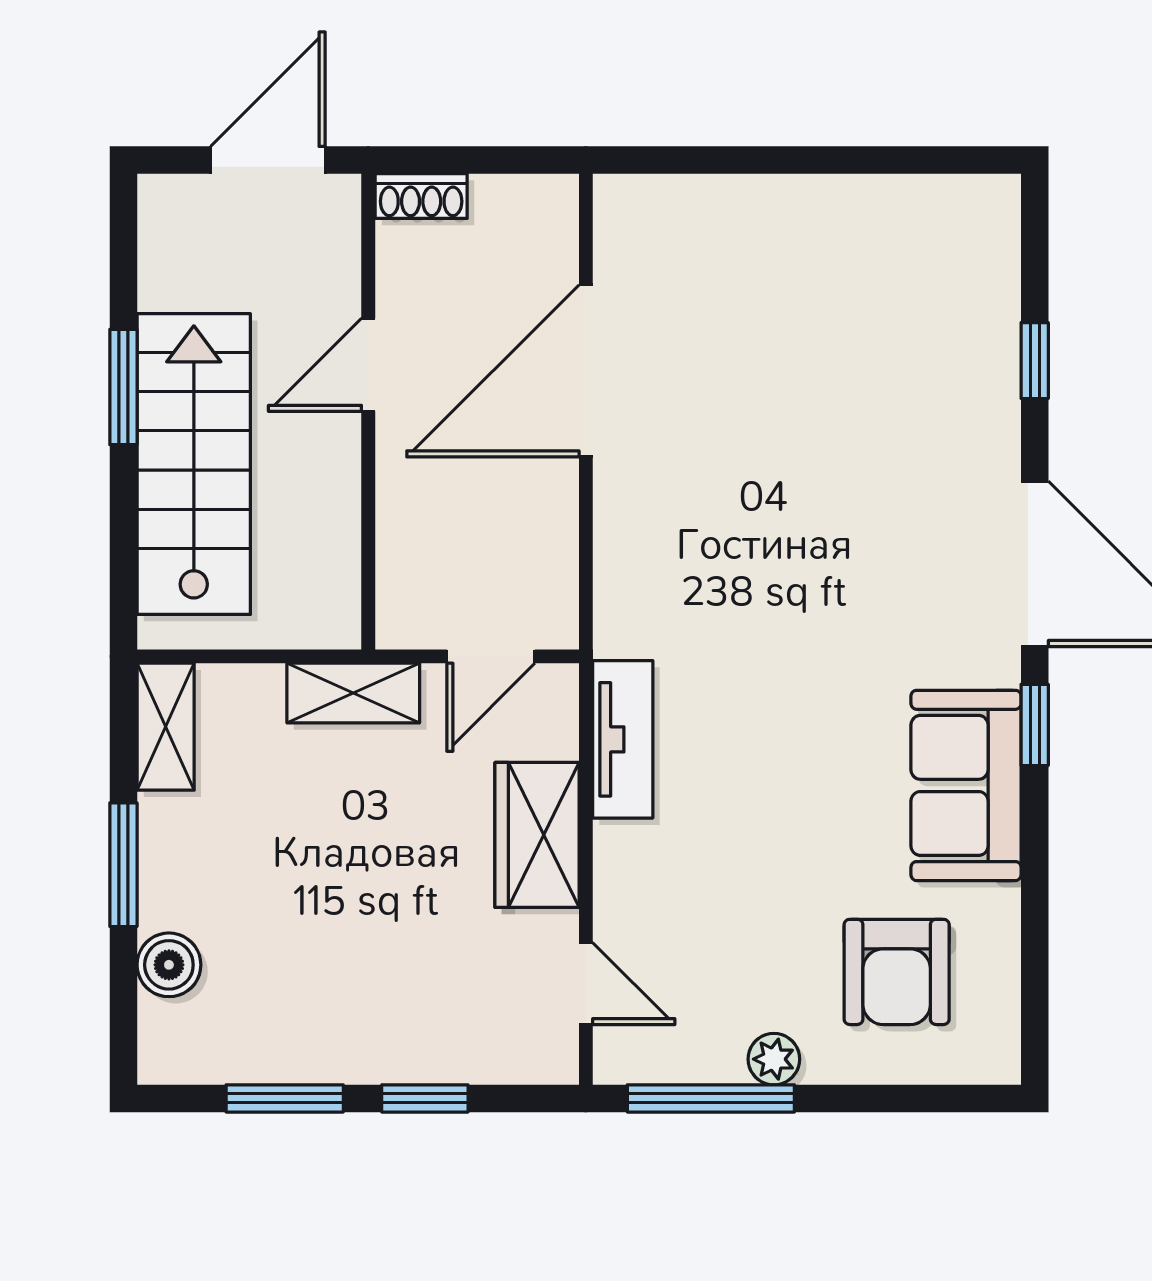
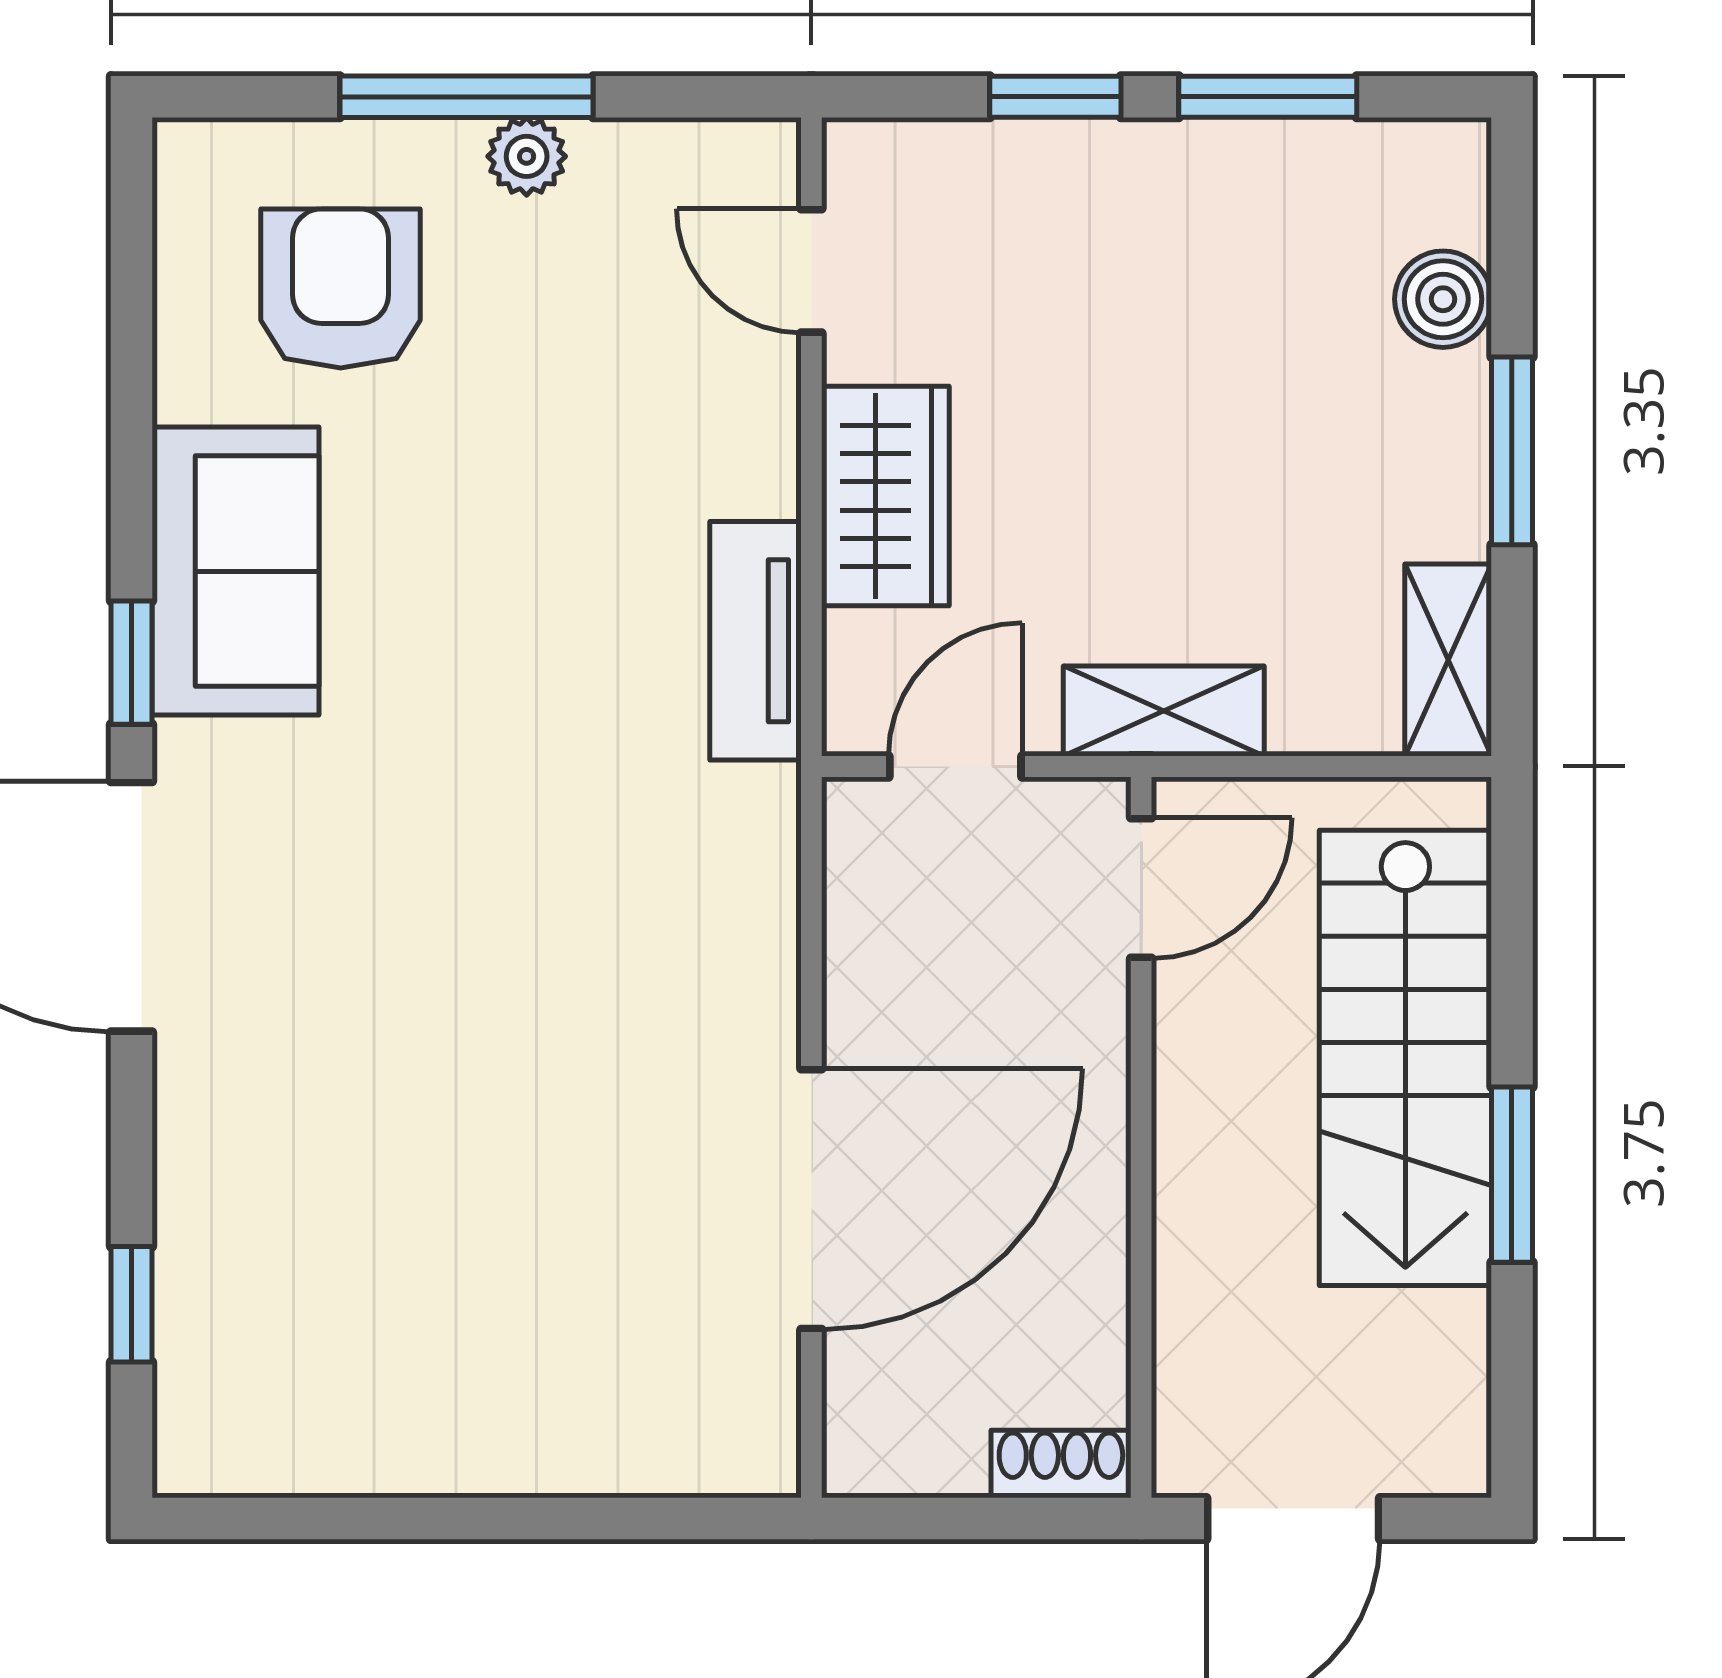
window: (1035, 361) -> (131, 1304), moved
door: (368, 365) -> (1141, 888), moved
window: (711, 1098) -> (467, 97), moved

